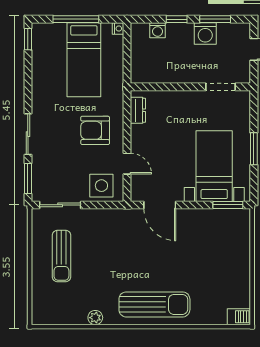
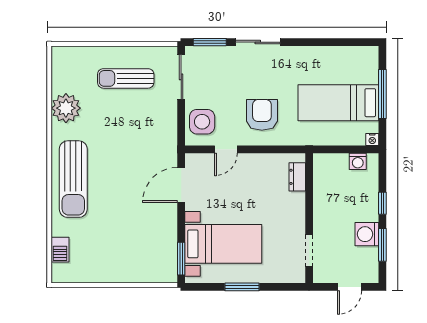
washing machine: (158, 30) -> (358, 161), moved, turned -90
window: (28, 39) -> (361, 42), removed
dresser: (138, 110) -> (297, 177), moved, turned 90
barbecue: (239, 317) -> (60, 250), moved
plant: (95, 318) -> (66, 108), width x1.87, depth x1.87

